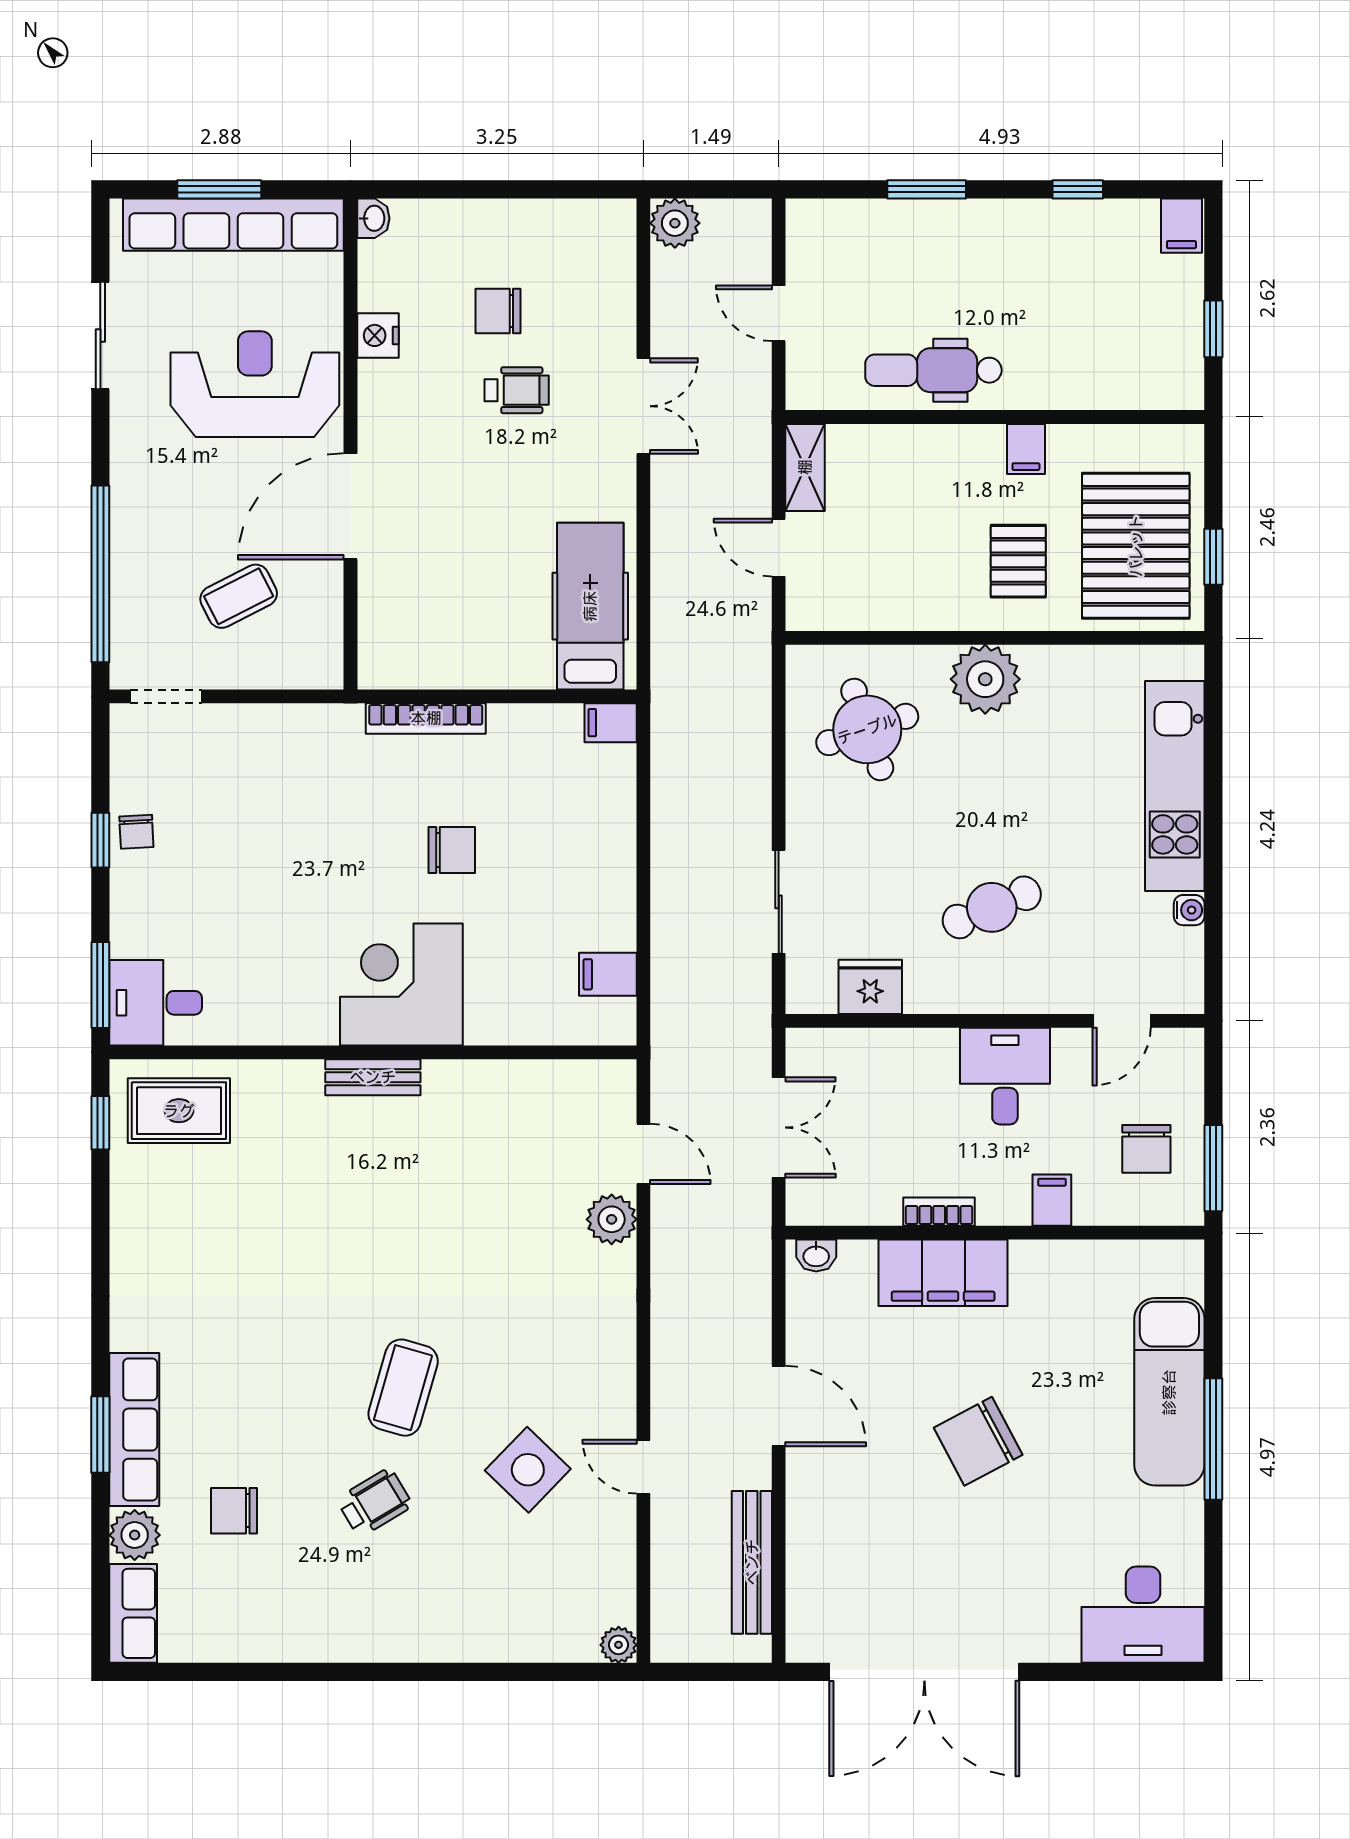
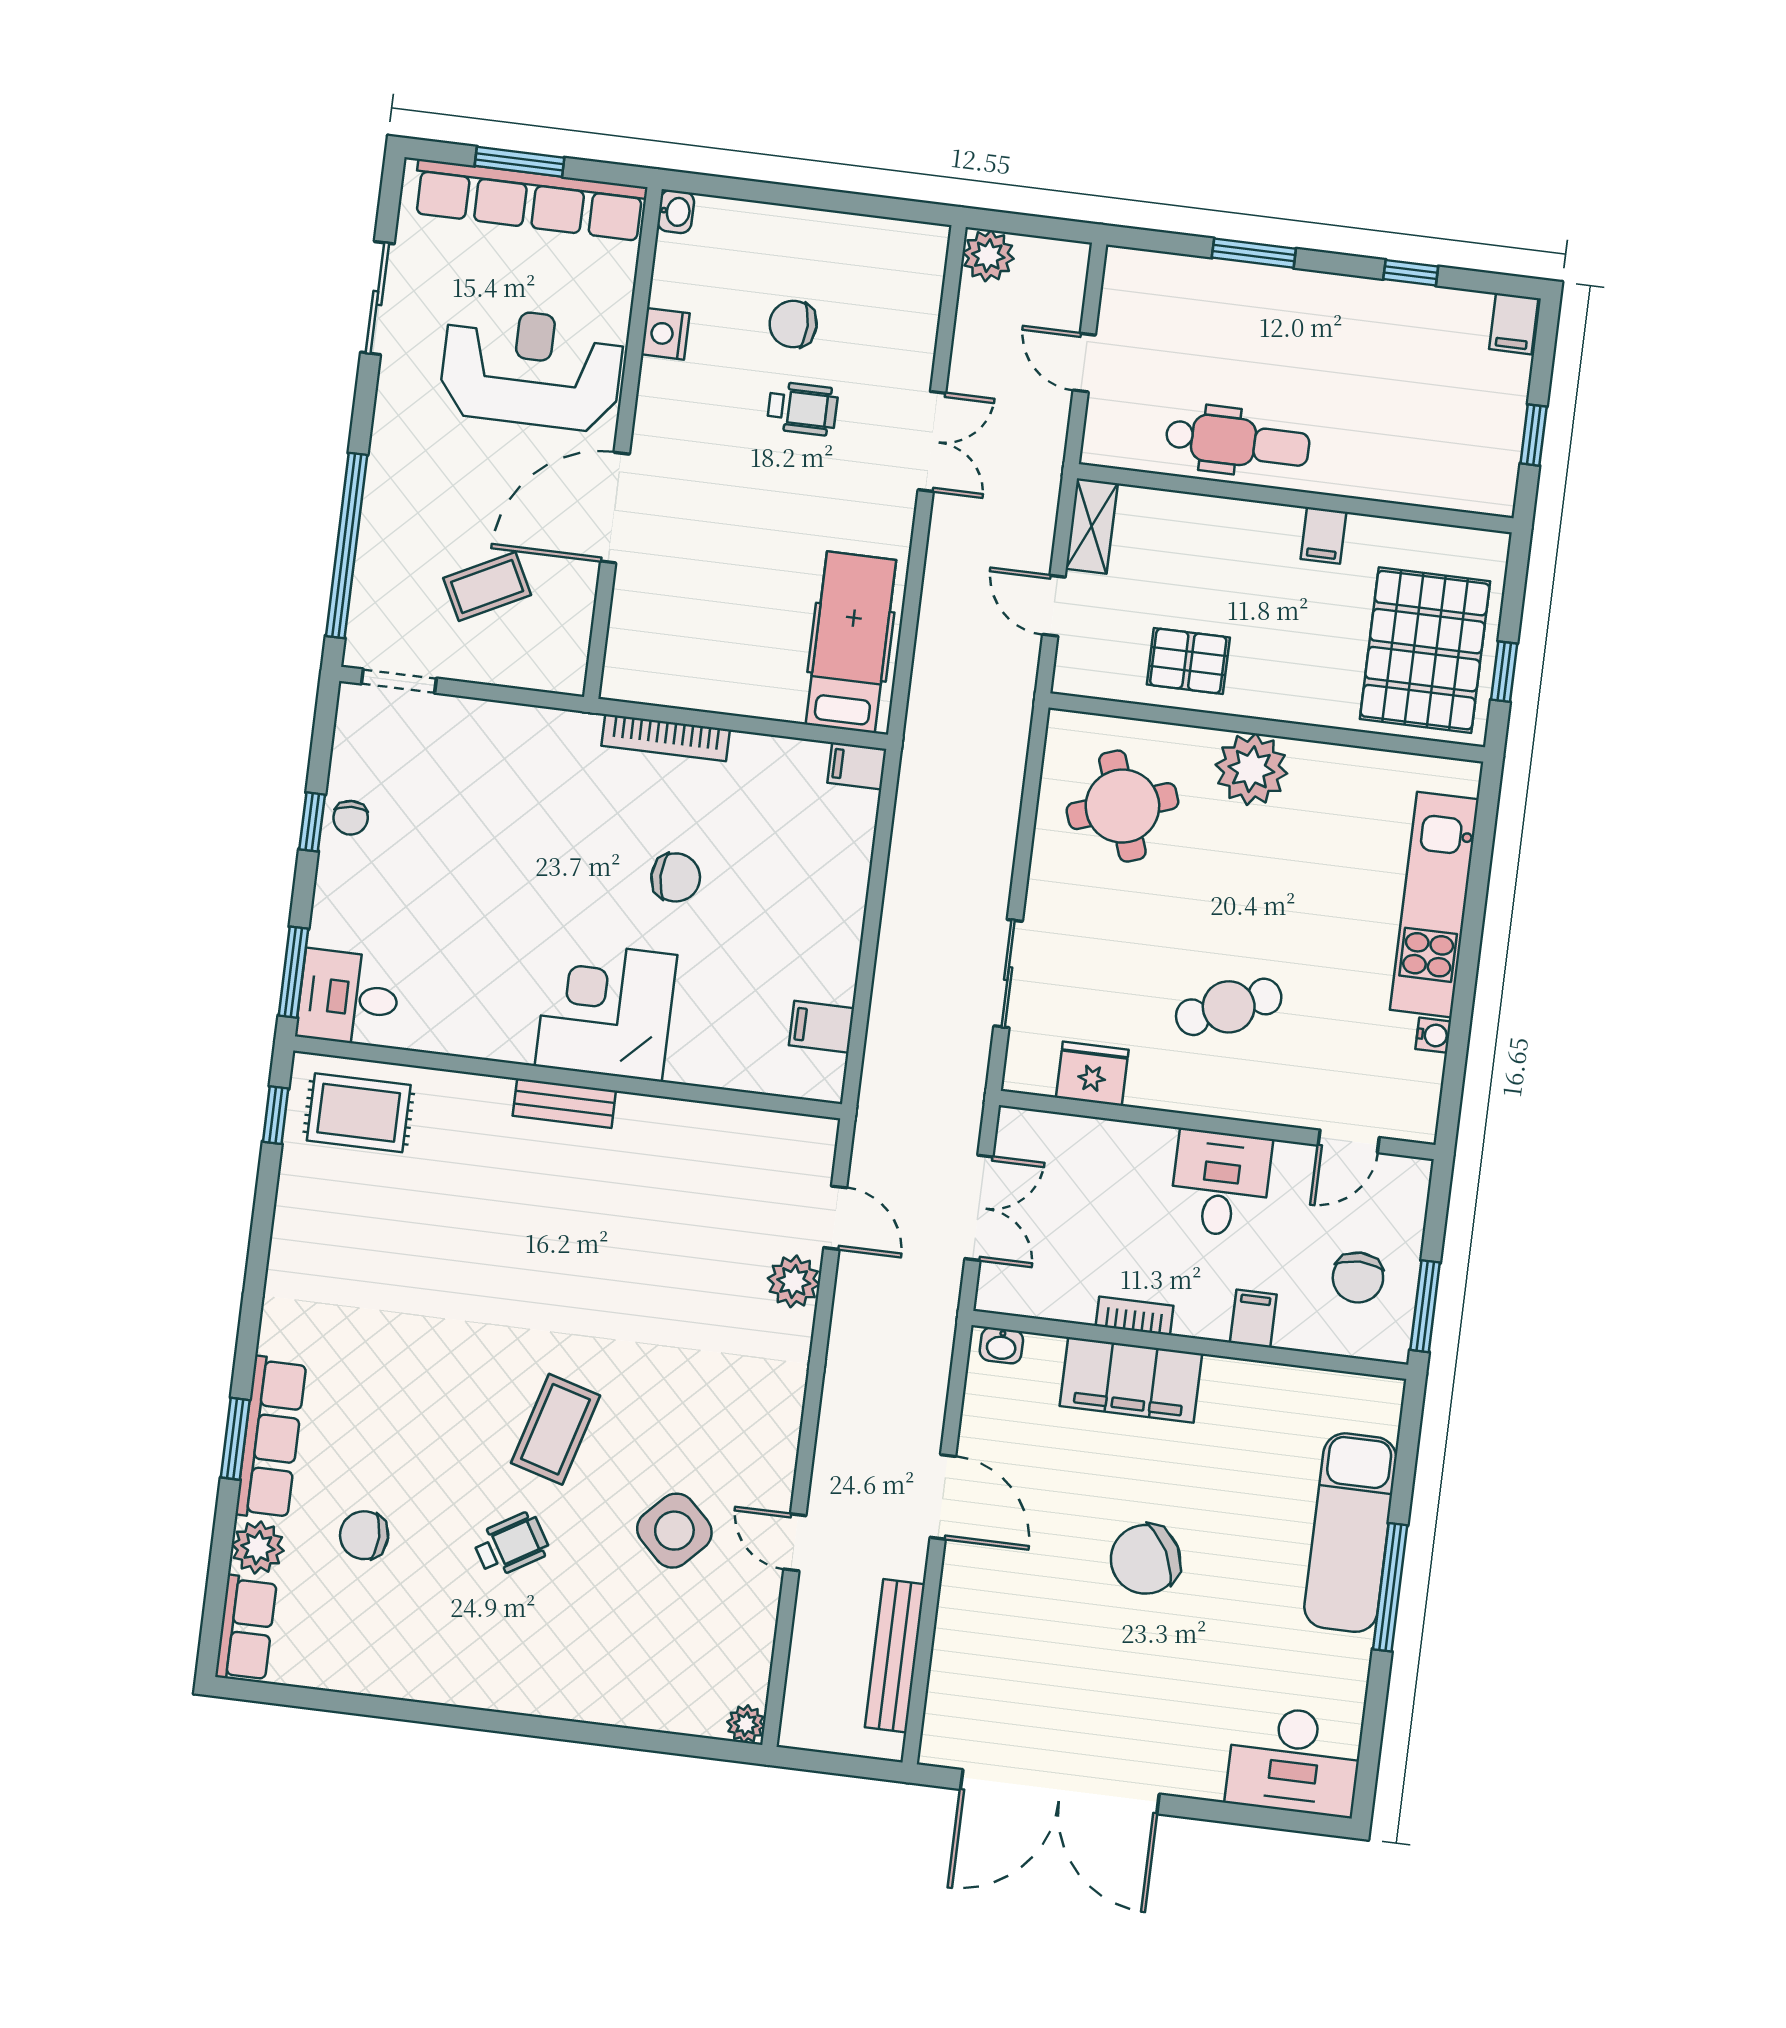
dental chair: (933, 370) -> (1238, 442), turned 180
pallet: (1018, 561) -> (1188, 661), moved, turned 90

